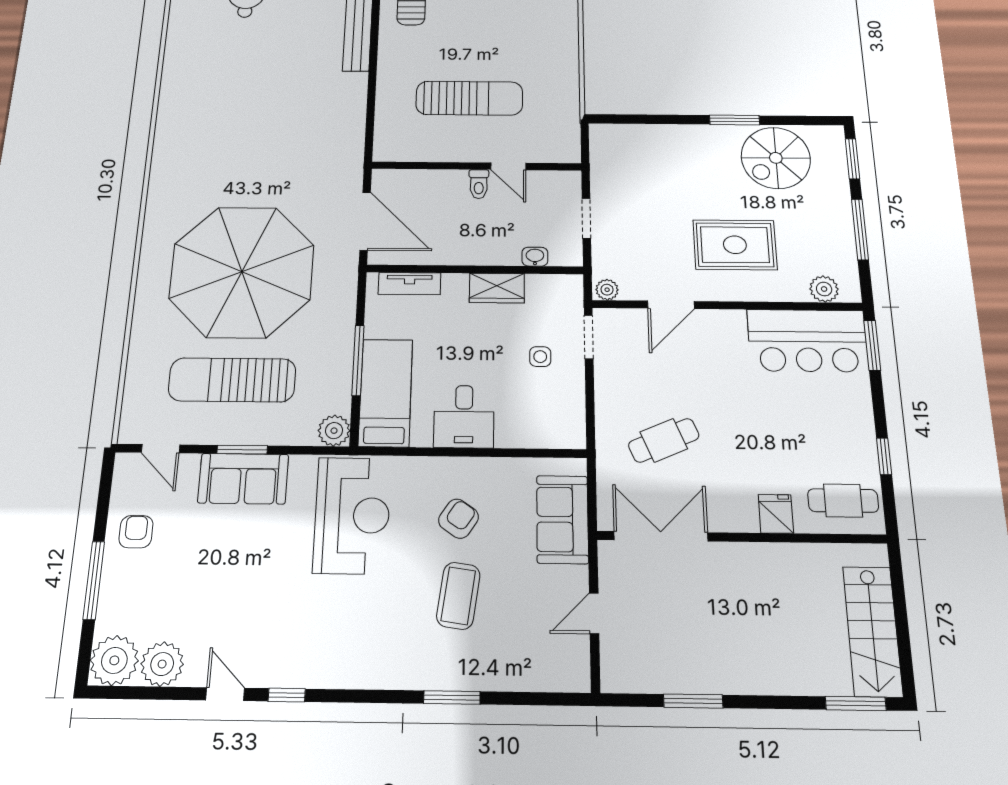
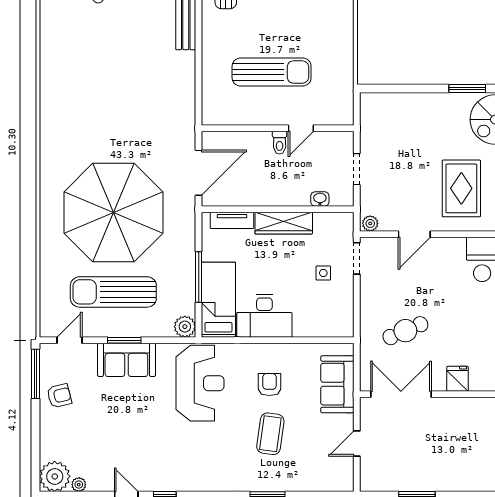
door: (508, 166) -> (301, 128), hinge flipped
door: (365, 221) -> (199, 173), hinge flipped
rug: (735, 245) -> (461, 188), turned 90
wardrobe: (497, 288) -> (284, 223), width x1.50
desk: (464, 417) -> (264, 316), width x1.37
door: (161, 449) -> (70, 340), swing flipped
fridge: (776, 514) -> (458, 379), moved
armchair: (458, 519) -> (269, 385), turned -34
armchair: (136, 532) -> (59, 396), turned 76
window: (94, 580) -> (36, 374), moved
plant: (162, 664) -> (79, 485), width x0.53, depth x0.53

